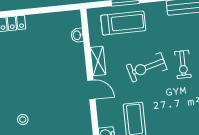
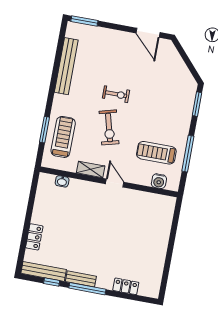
door: (91, 90) -> (115, 183), hinge flipped
stool: (23, 120) -> (123, 252), removed

